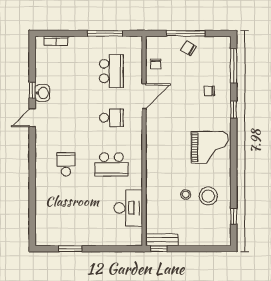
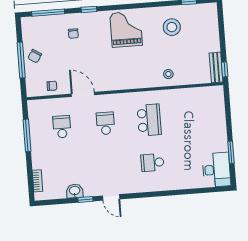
school desk: (111, 71) -> (62, 127), width x0.54
washbasin: (42, 93) -> (75, 191), moved
stool: (186, 194) -> (168, 74), moved
desk: (128, 208) -> (216, 170), moved, turned 90

